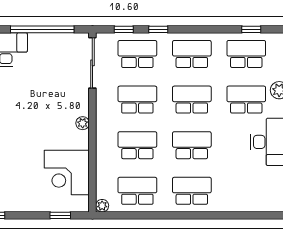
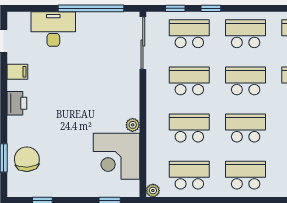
plant: (83, 123) -> (133, 125), moved

